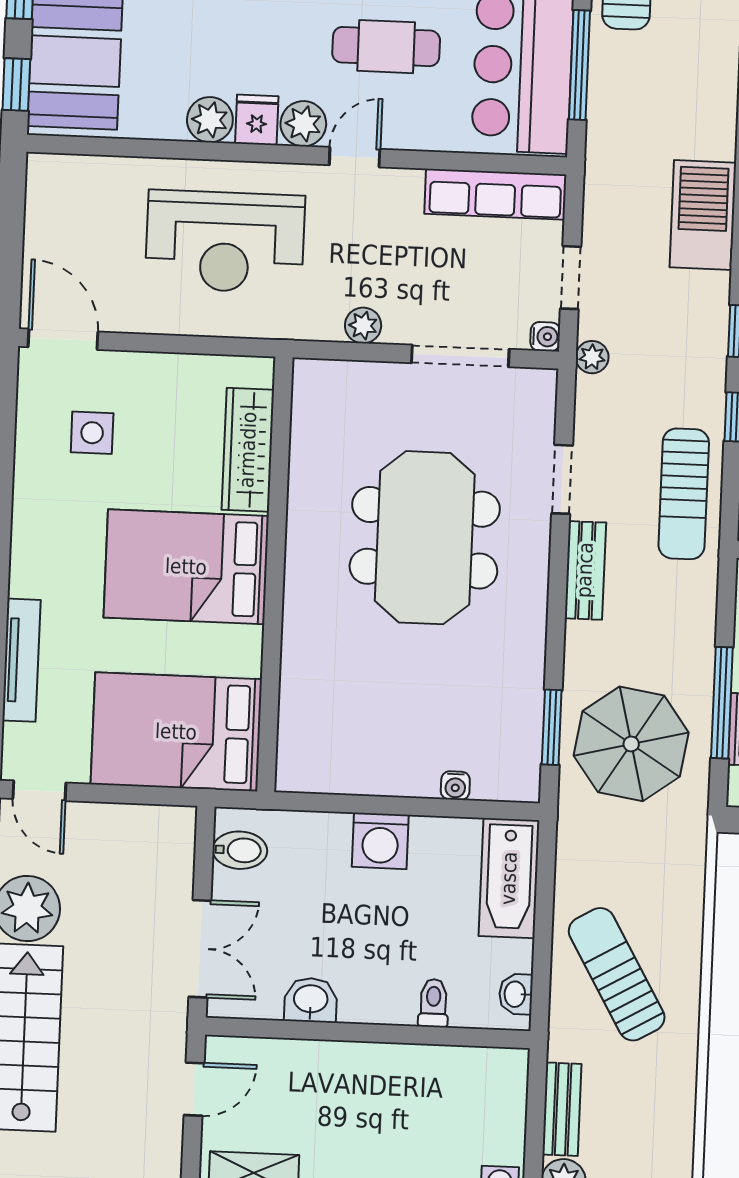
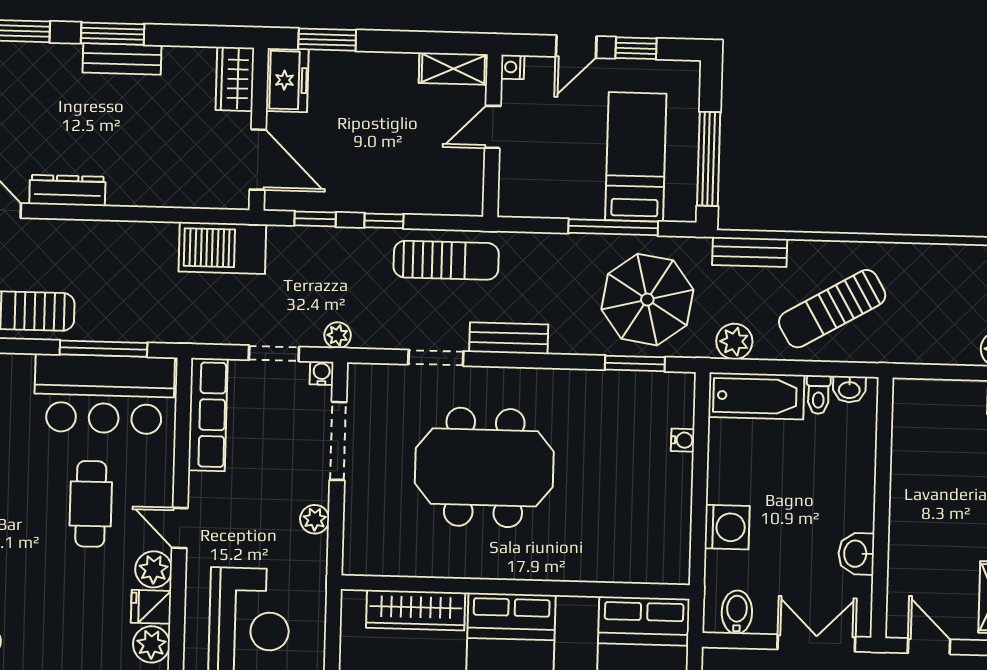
washing machine: (380, 841) -> (727, 527), moved
plant: (577, 852) -> (734, 341), added
toilet: (433, 1003) -> (818, 395), moved, turned -90
bench: (562, 1109) -> (750, 252), moved

